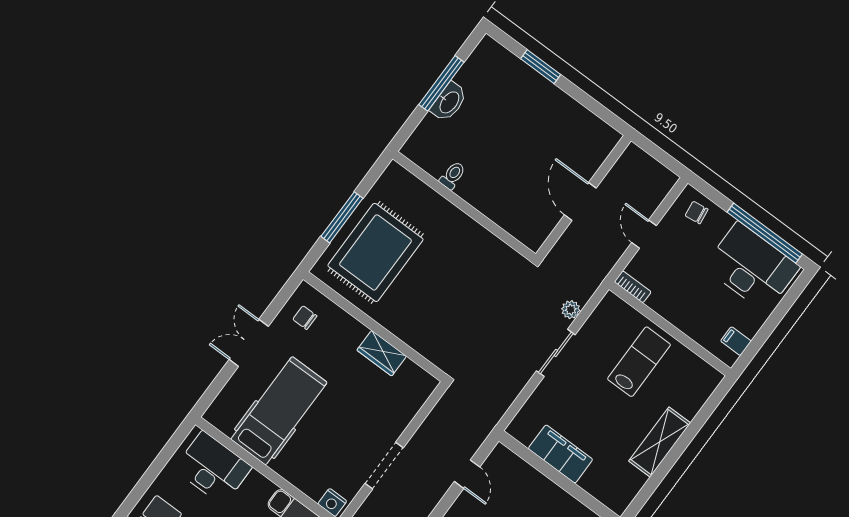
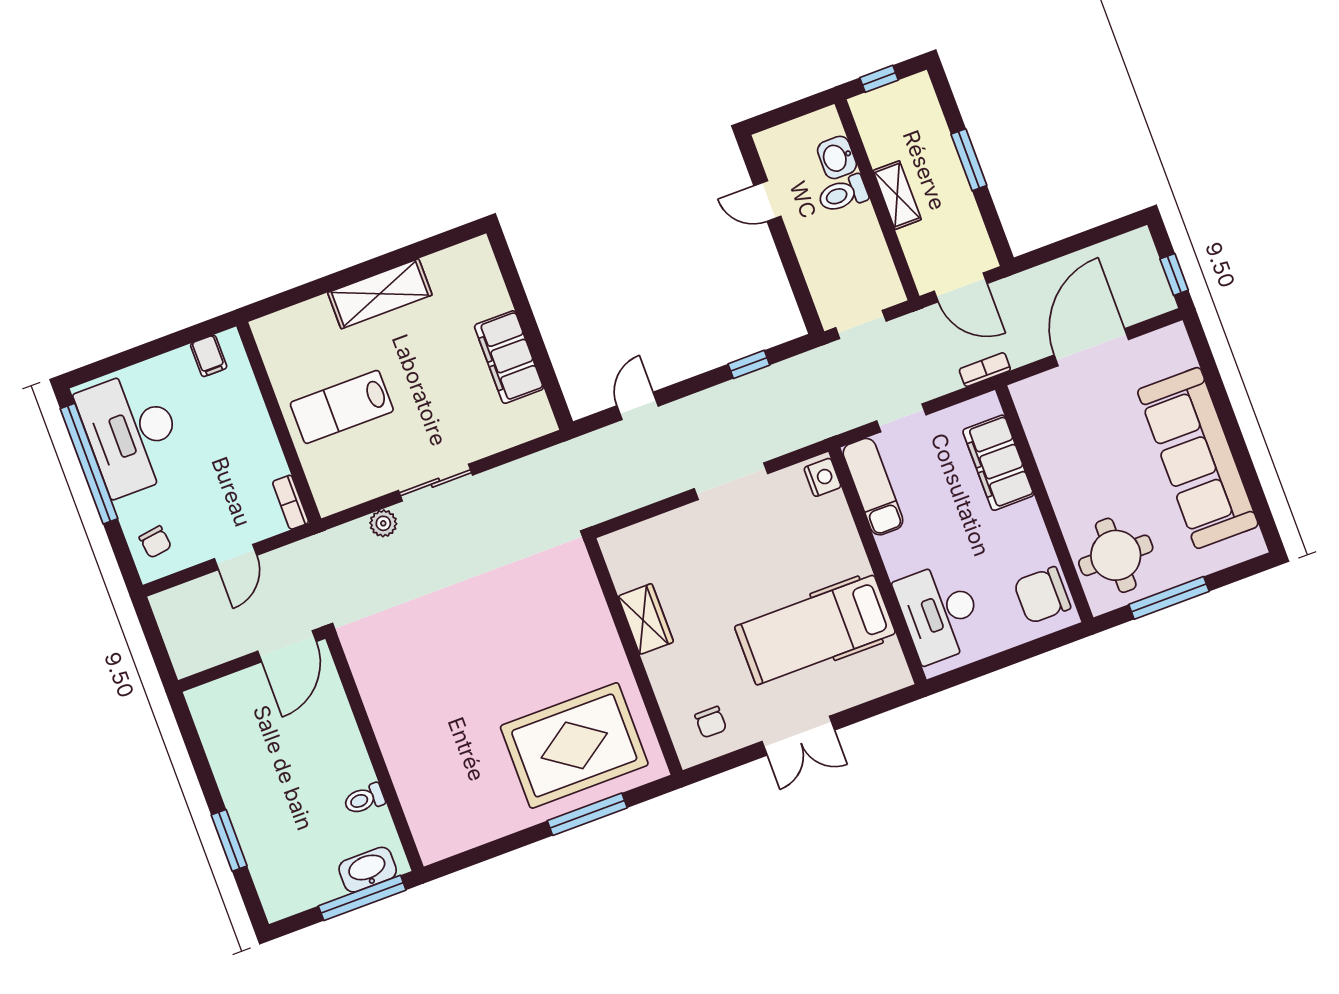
toilet: (453, 175) -> (364, 799), moved
wall: (464, 206) -> (374, 753), moved

